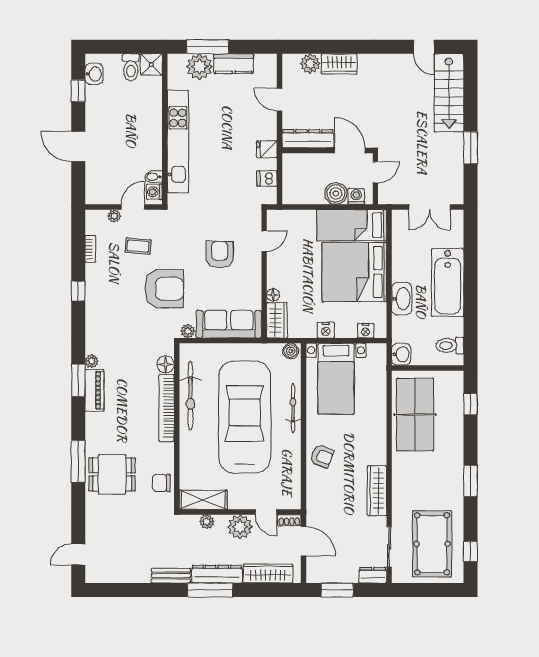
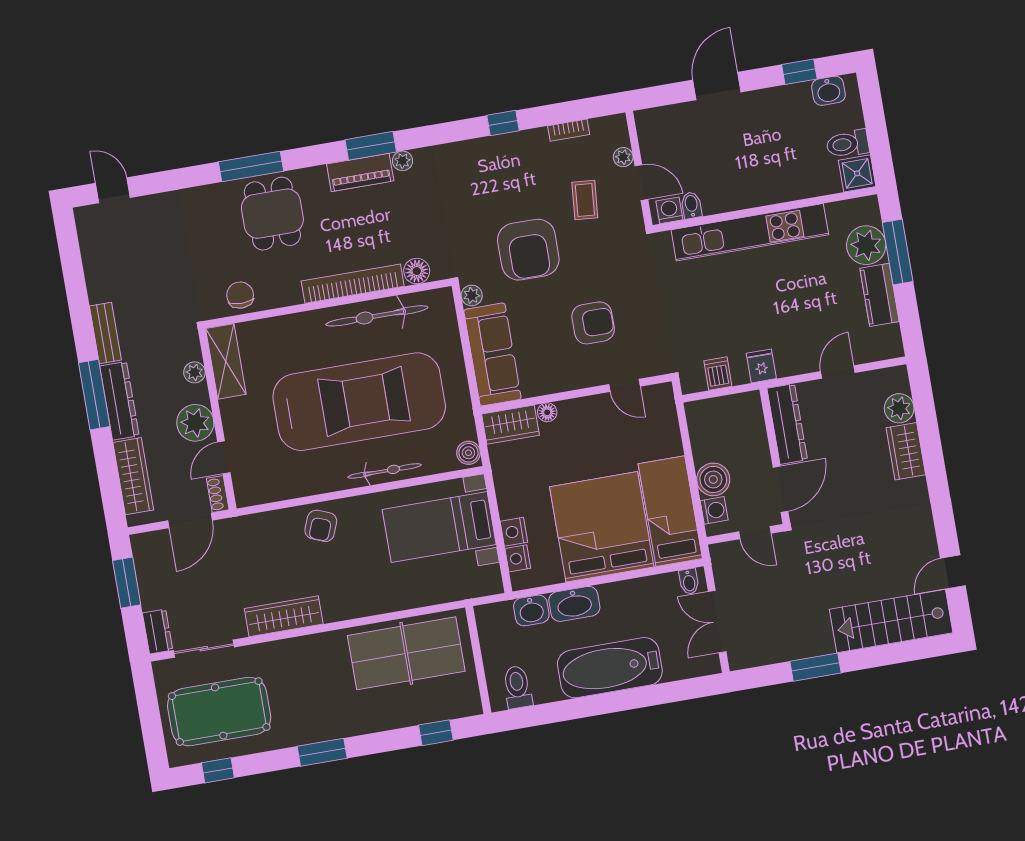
bidet: (400, 221) -> (689, 581), added
nightstand: (326, 330) -> (514, 532), moved
washbasin: (401, 354) -> (531, 610), moved
dining table: (112, 474) -> (272, 214), moved

